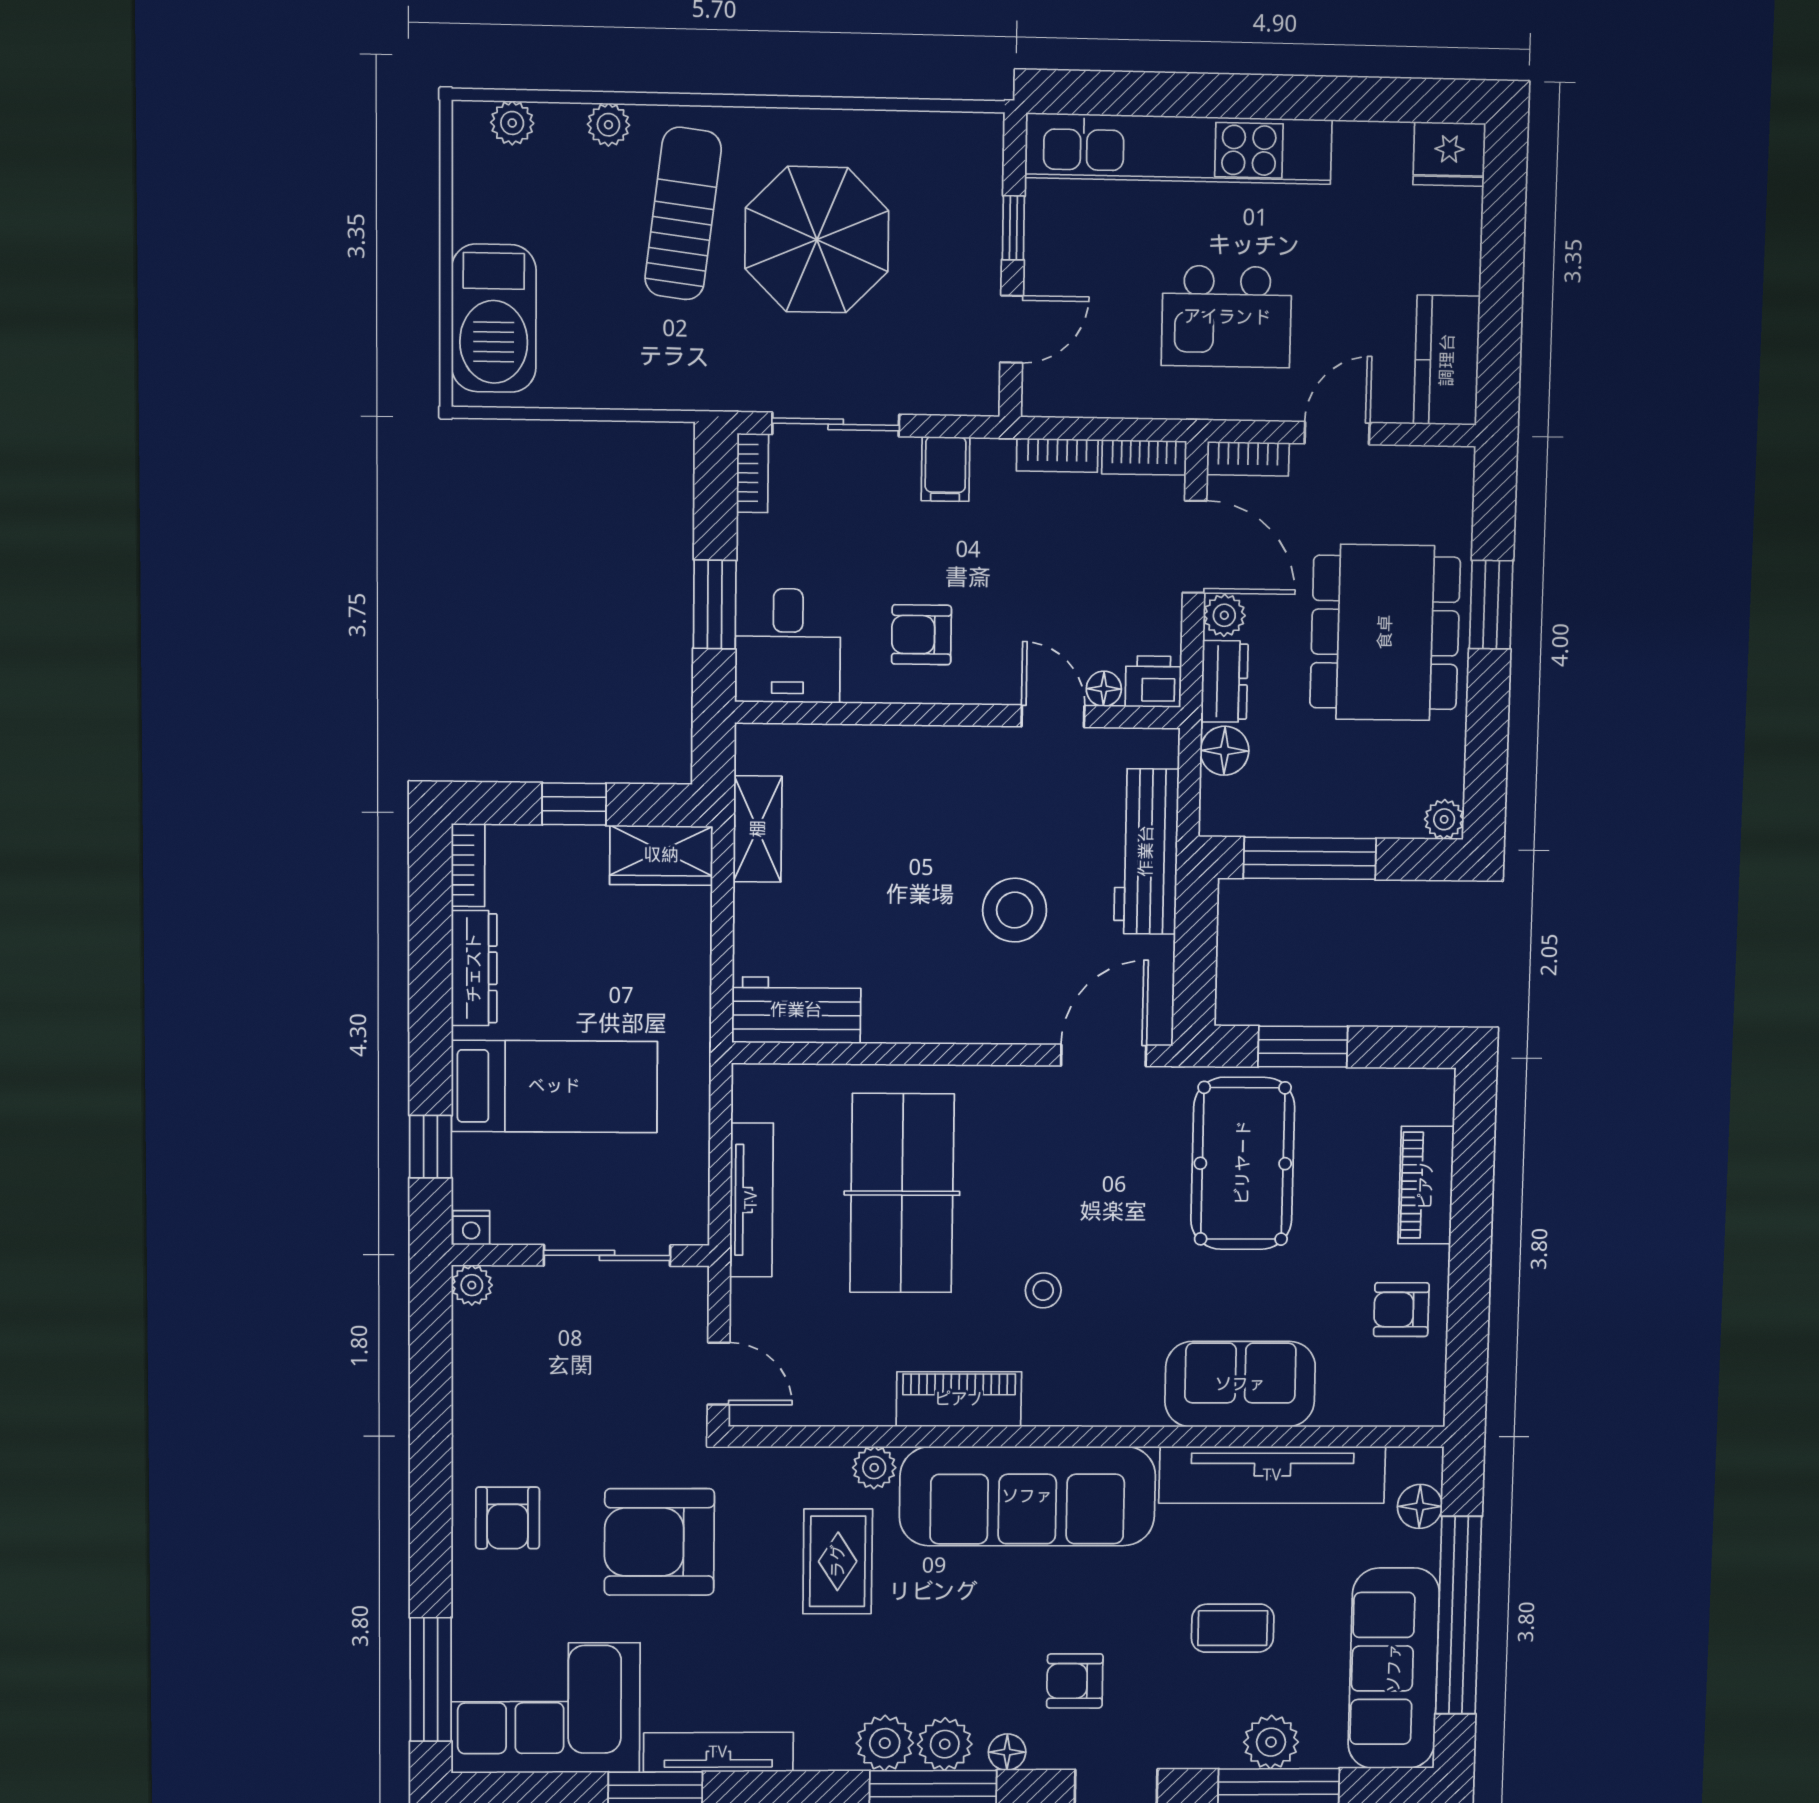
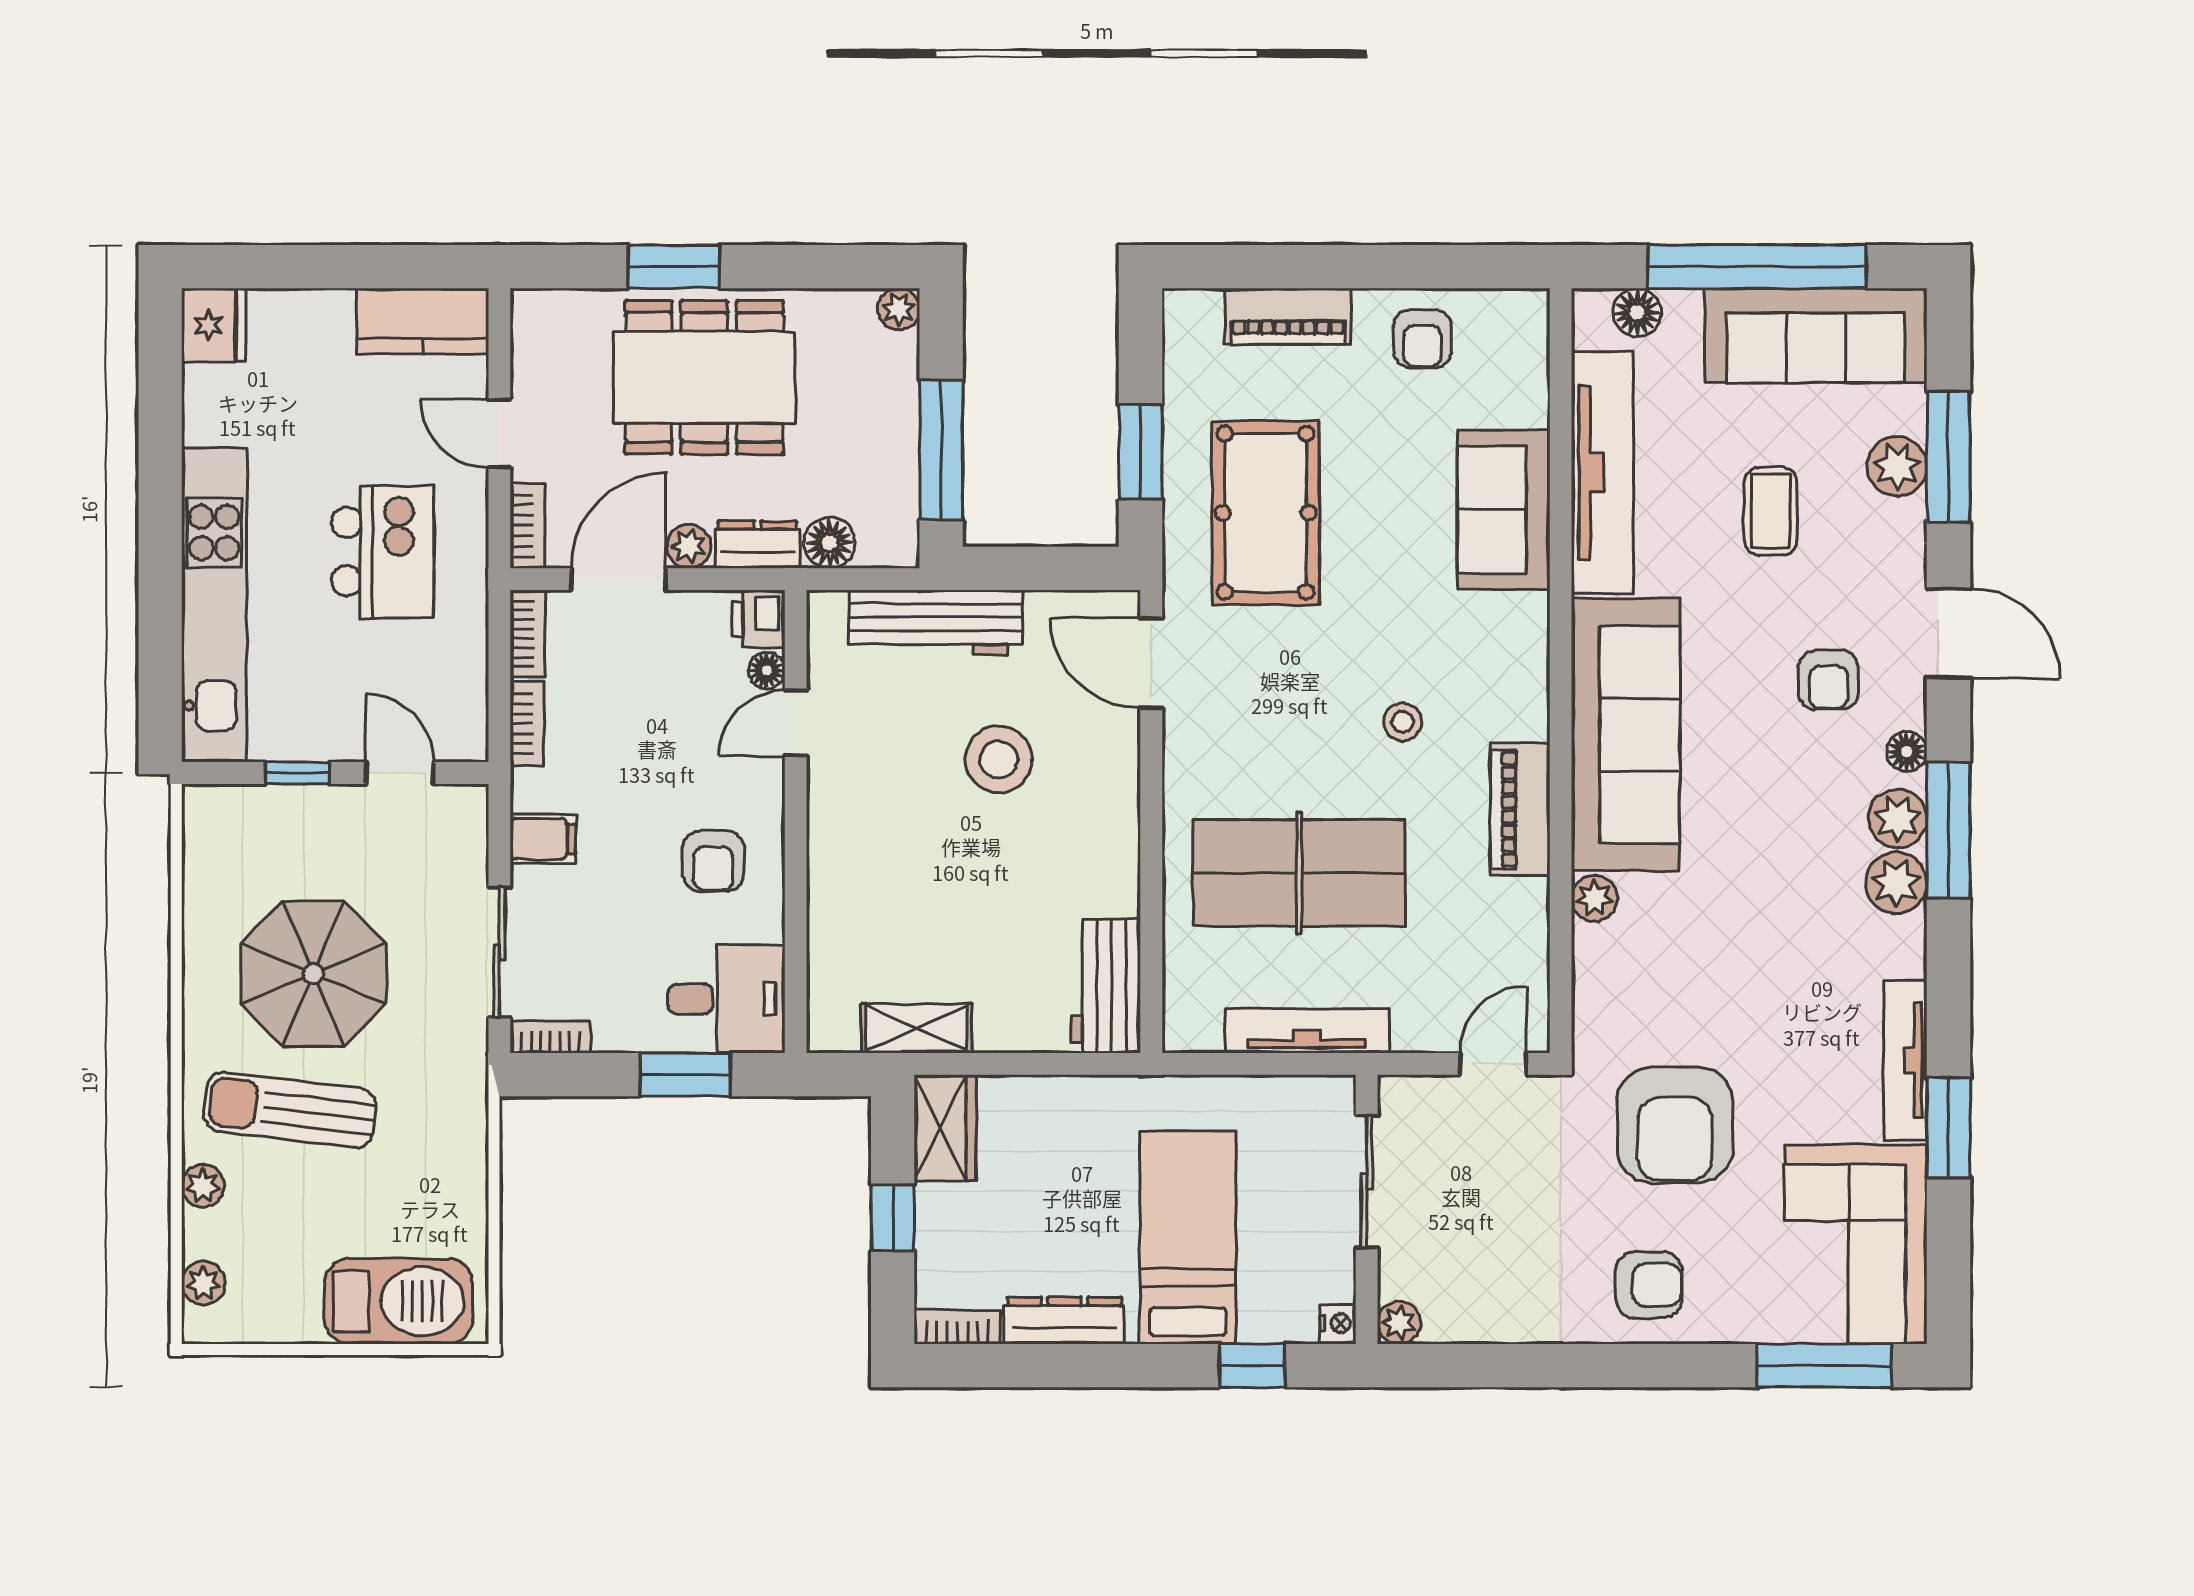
pool table: (1243, 1163) -> (1266, 513), turned 90
rug: (838, 1561) -> (1696, 936), removed

